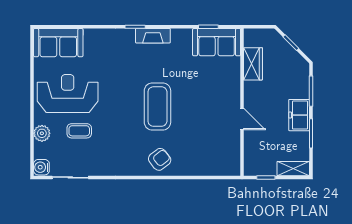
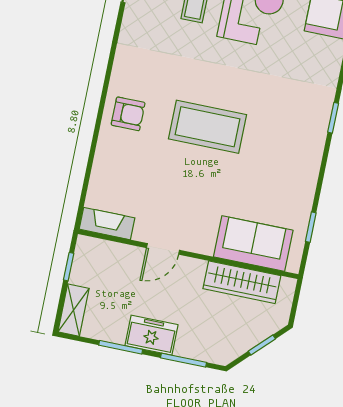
fireplace: (153, 36) -> (107, 224), moved, turned 90
sofa: (217, 42) -> (253, 244), moved, turned 90
wardrobe: (253, 64) -> (242, 282), width x1.50
armchair: (160, 159) -> (128, 114), turned -52

